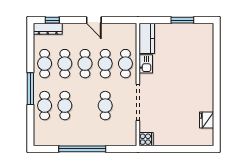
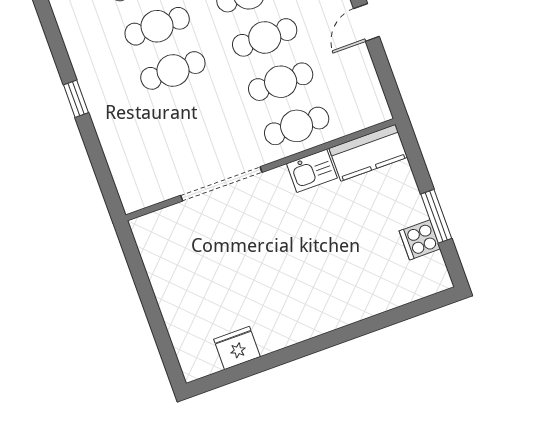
cafe table: (105, 106) -> (173, 70), moved
cooker: (146, 139) -> (420, 240), moved, turned 90
window: (82, 149) -> (76, 99), width x0.32

